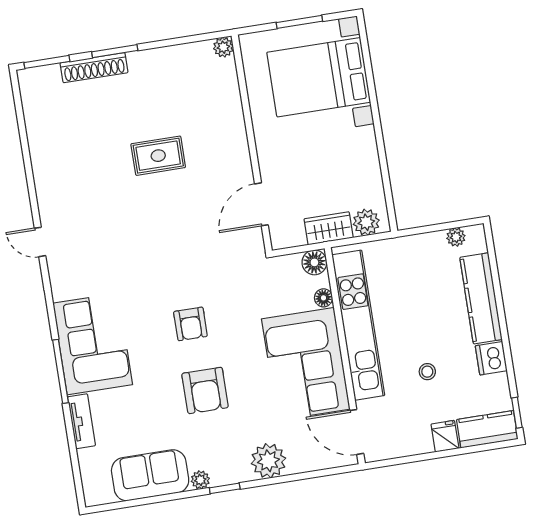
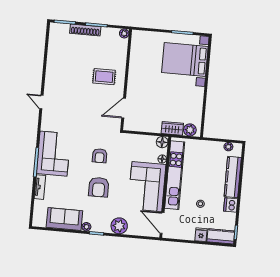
plant: (223, 47) -> (124, 33), moved
wall: (252, 143) -> (126, 80), moved
door: (261, 204) -> (124, 108), moved

